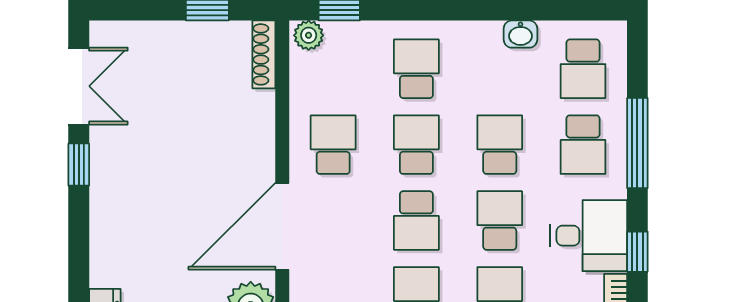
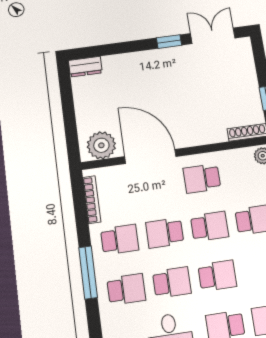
double door: (79, 86) -> (213, 36), swing flipped
school desk: (333, 145) -> (202, 178), turned 180

